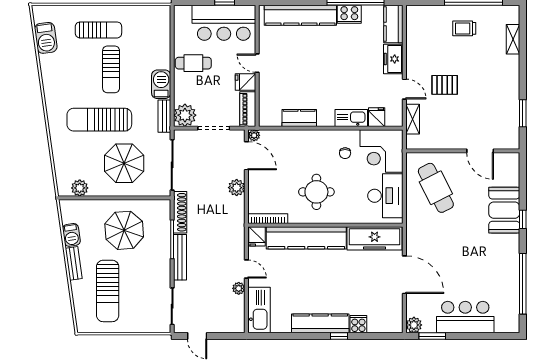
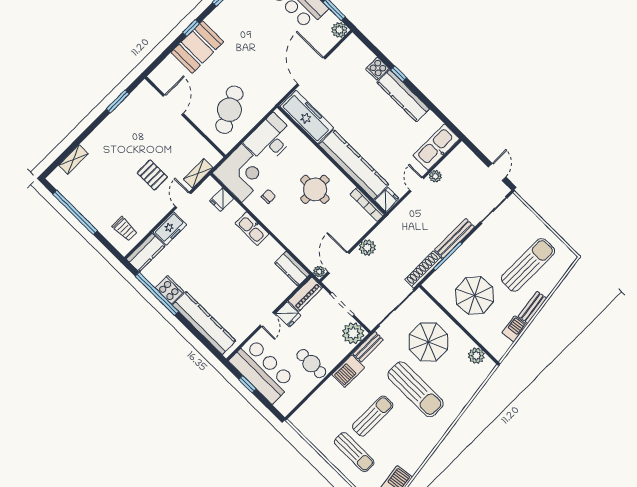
trolley: (464, 28) -> (125, 229), moved
sun lounger: (98, 30) -> (354, 452), turned 180
kitchen counter: (299, 118) -> (292, 269), moved
kitchen sink: (351, 118) -> (252, 229), moved

